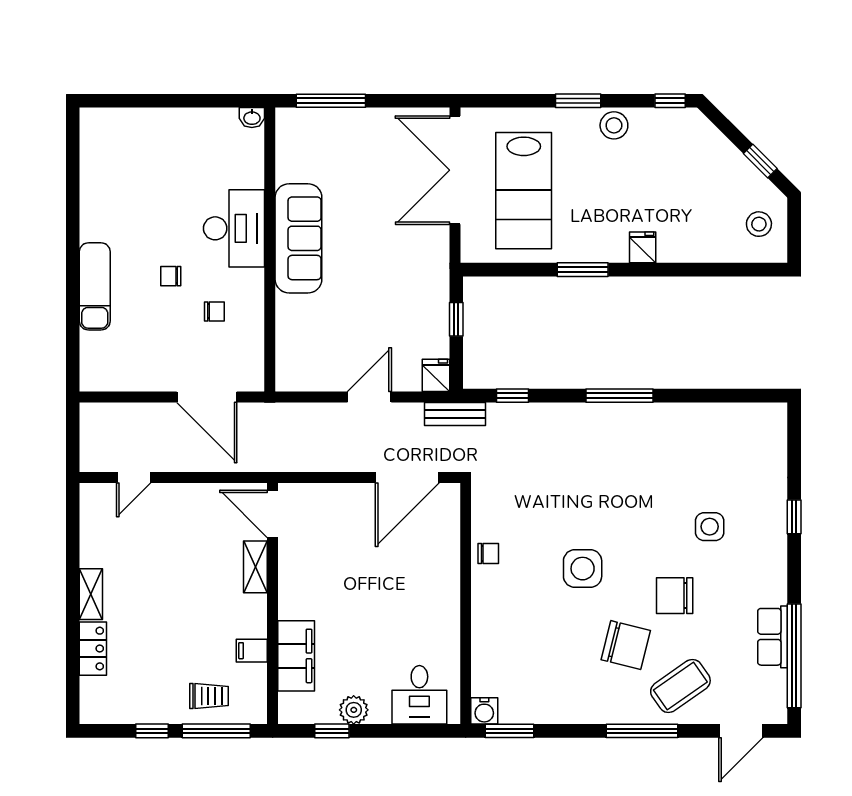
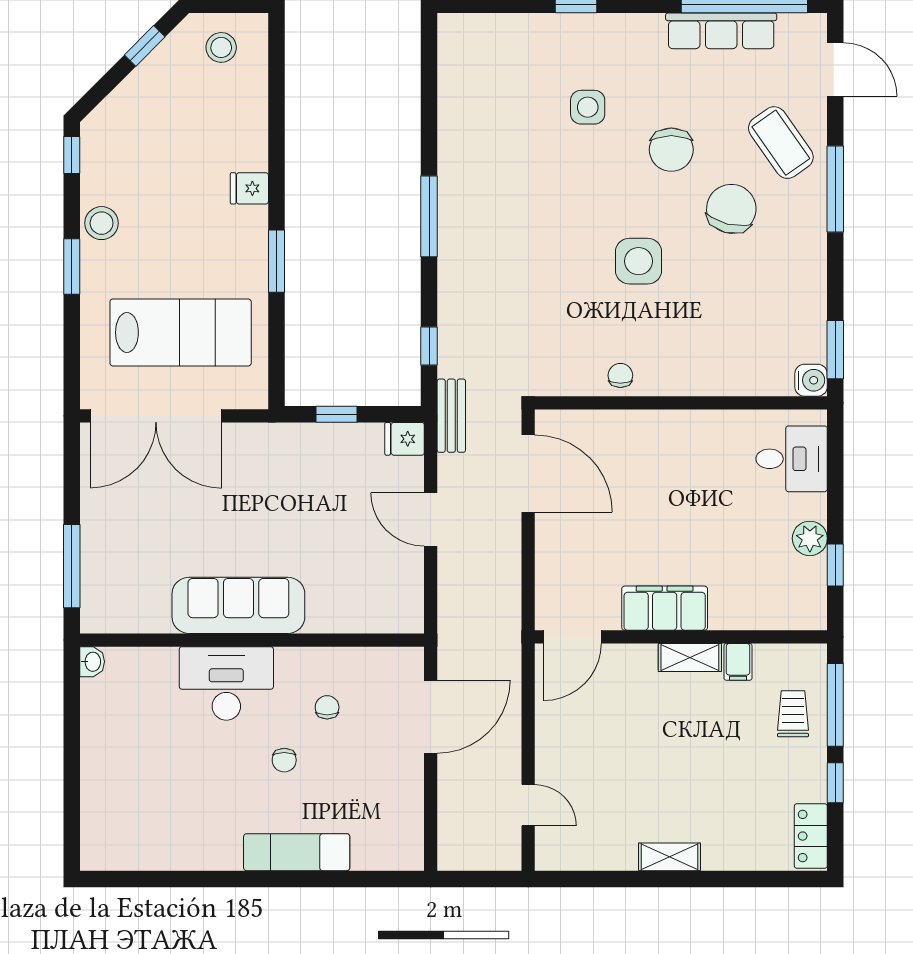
shelving: (255, 567) -> (690, 658), moved
row of seats: (773, 637) -> (721, 31), width x1.48
locker: (93, 649) -> (811, 836), moved, turned -90
filing cabinet: (296, 656) -> (665, 608), moved

